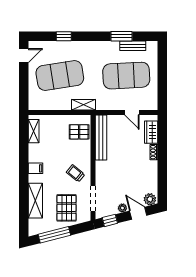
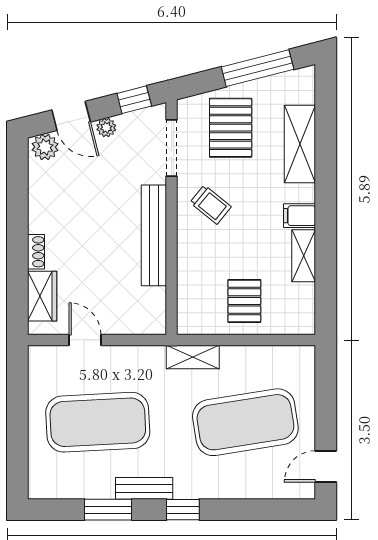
window: (64, 36) -> (183, 510), moved
bench: (133, 46) -> (144, 488), moved
shelving: (34, 131) -> (304, 256), moved
pallet: (79, 132) -> (244, 301), moved, turned 90
bench: (101, 137) -> (154, 235), moved

